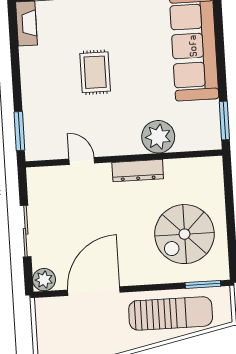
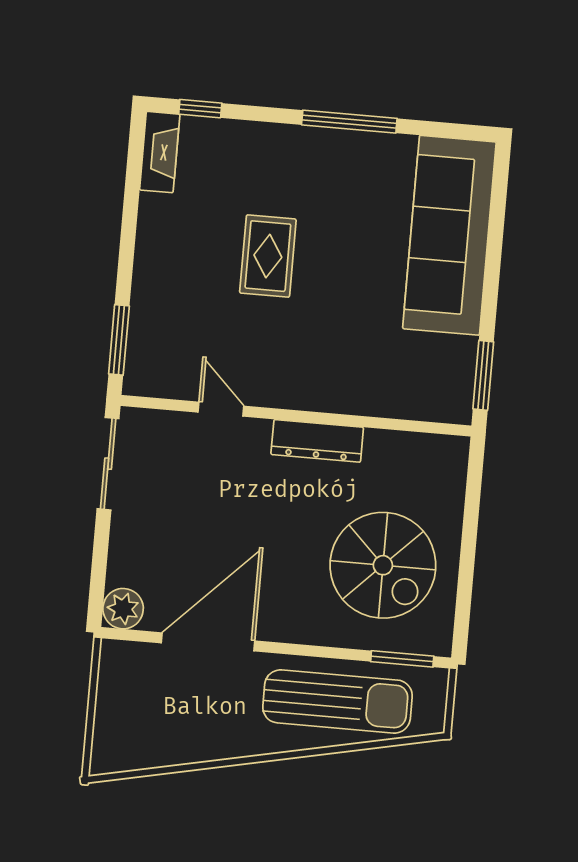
plant: (158, 137) -> (362, 387), removed
sliding door: (26, 231) -> (108, 464), moved
spiral stairs: (184, 234) -> (383, 565), turned -90

